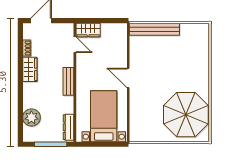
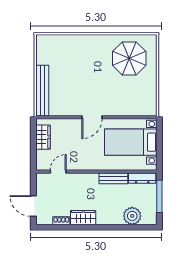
wardrobe: (88, 30) -> (43, 137), moved
bench: (68, 81) -> (113, 178), moved
parasol: (186, 115) -> (129, 58), width x0.73, depth x0.73

